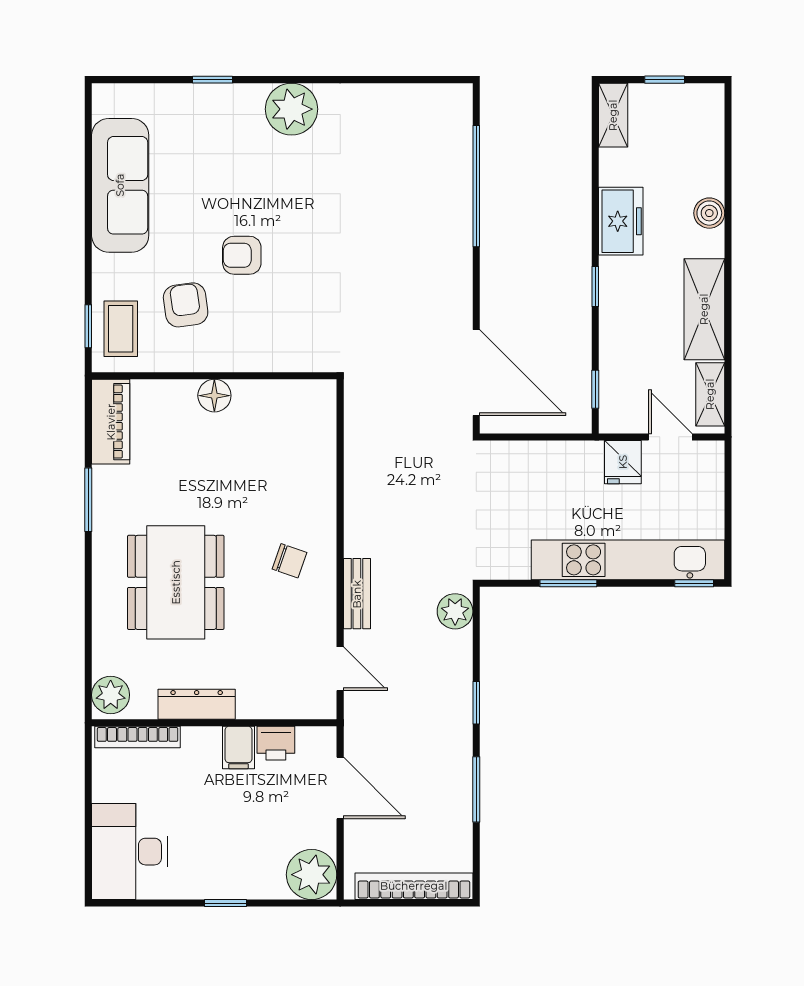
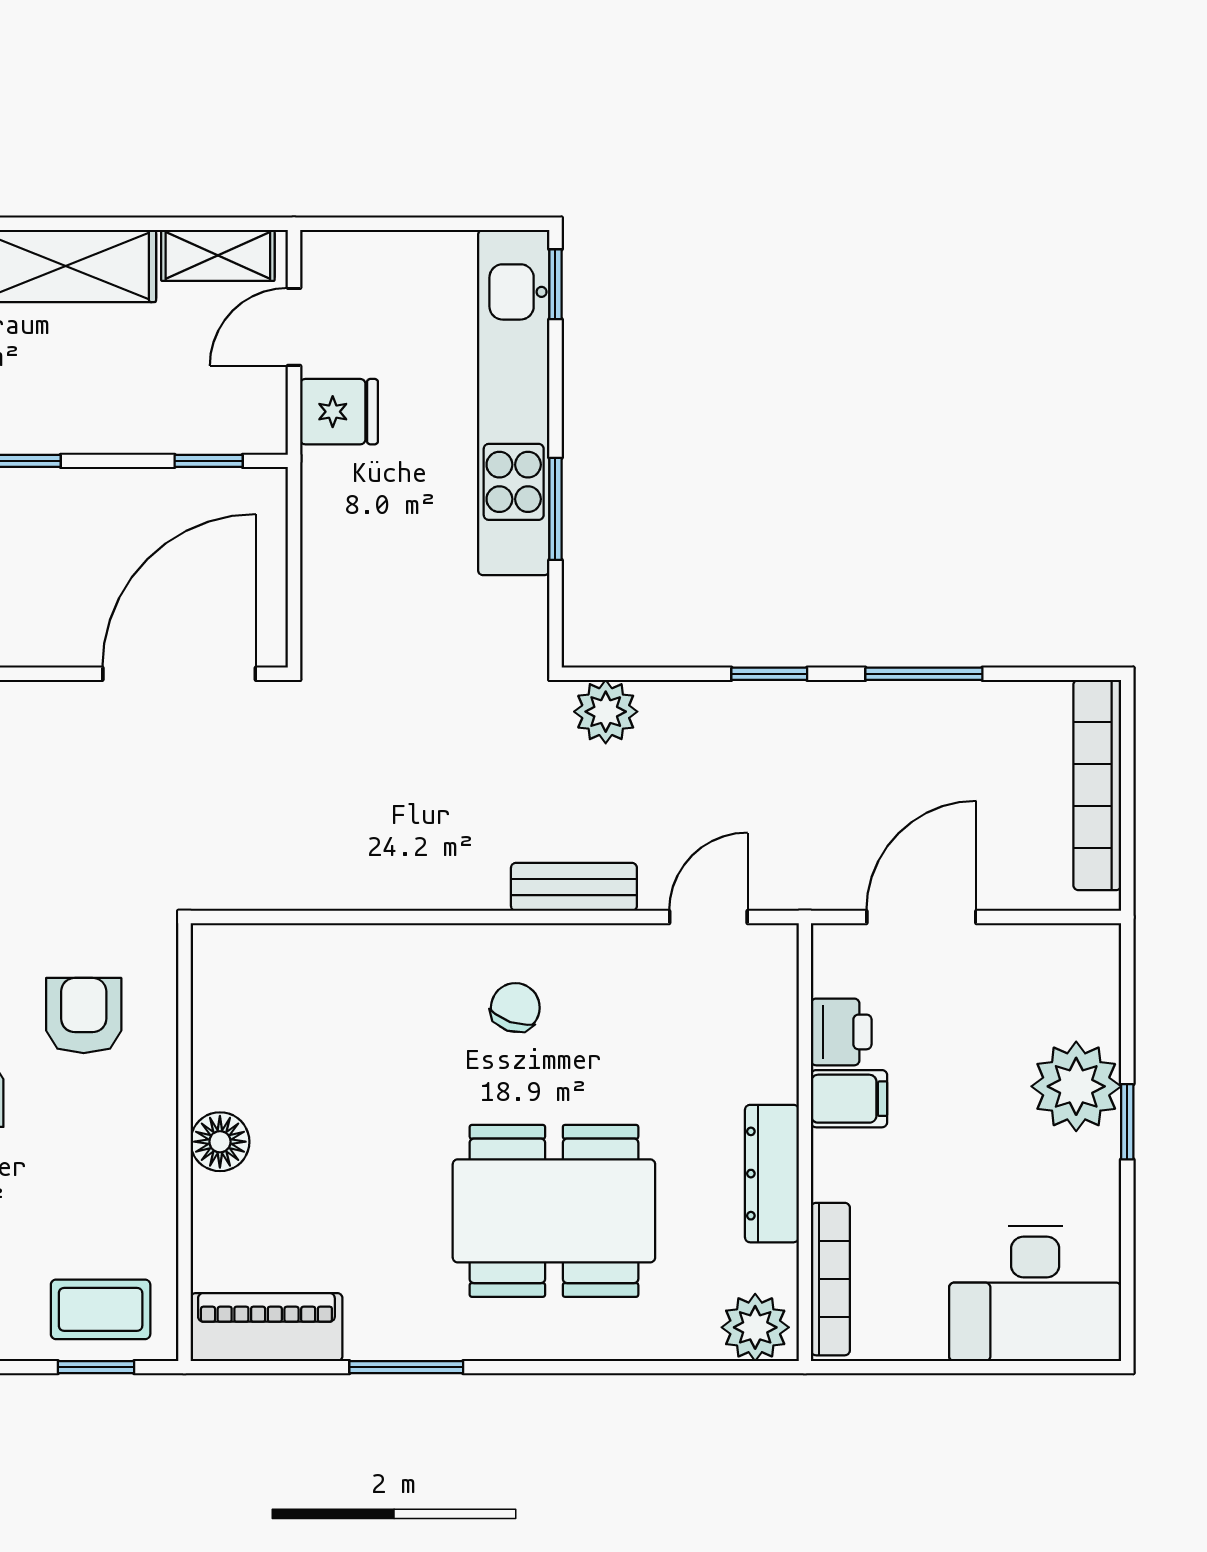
armchair: (186, 305) -> (84, 1016), moved, turned 98
plant: (312, 875) -> (1076, 1086), moved

